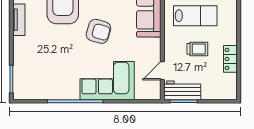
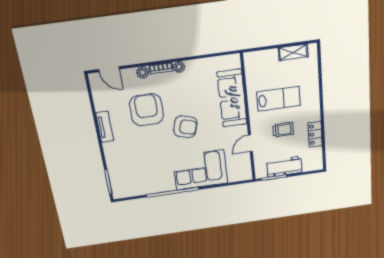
door: (162, 71) -> (250, 143), moved
workbench: (182, 90) -> (284, 167), moved

